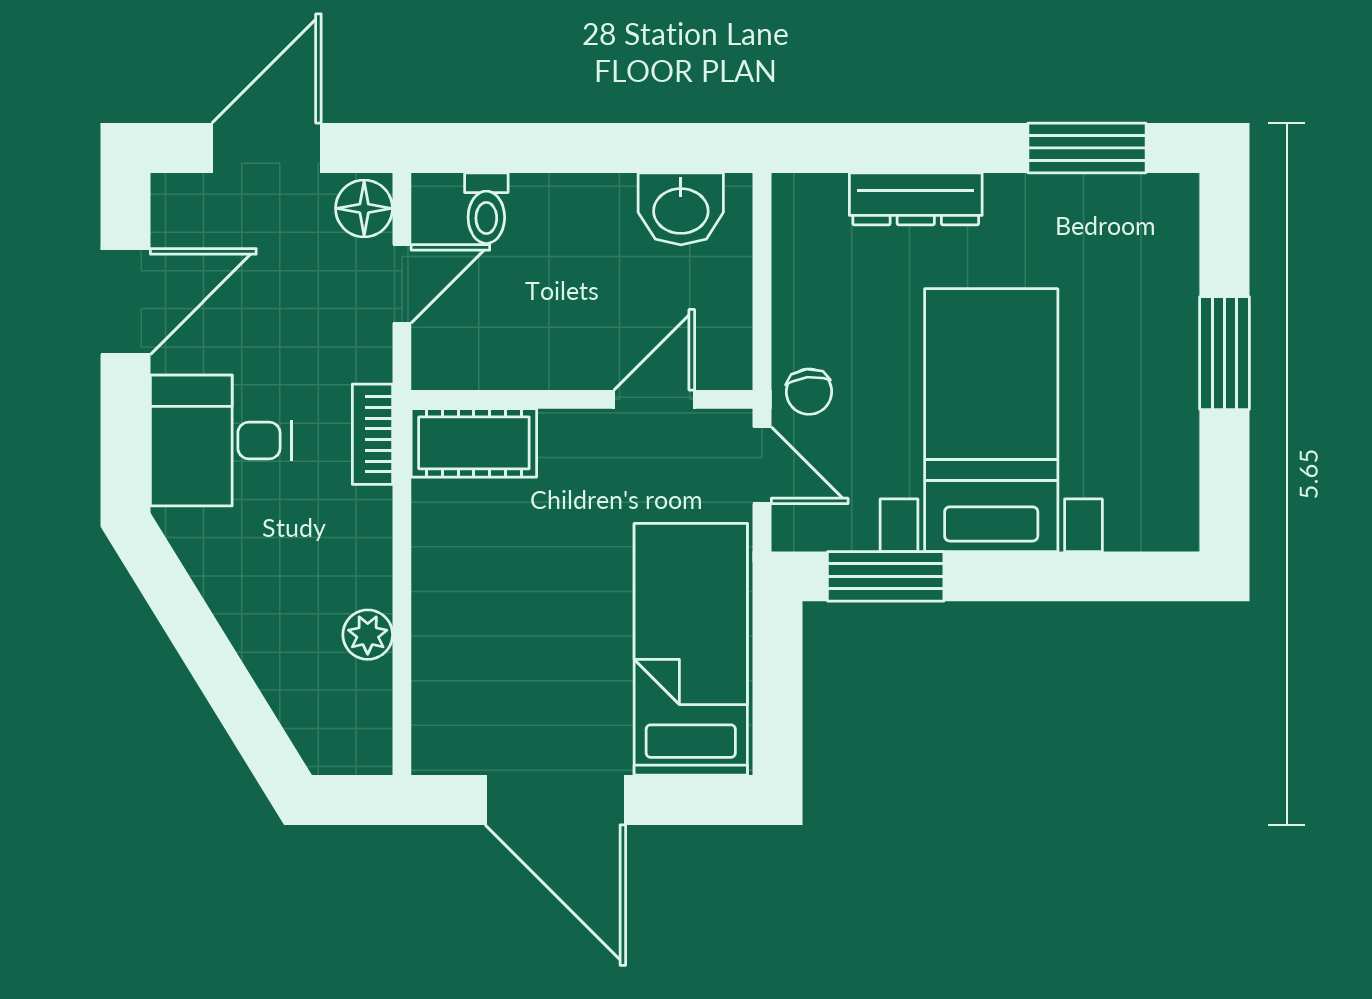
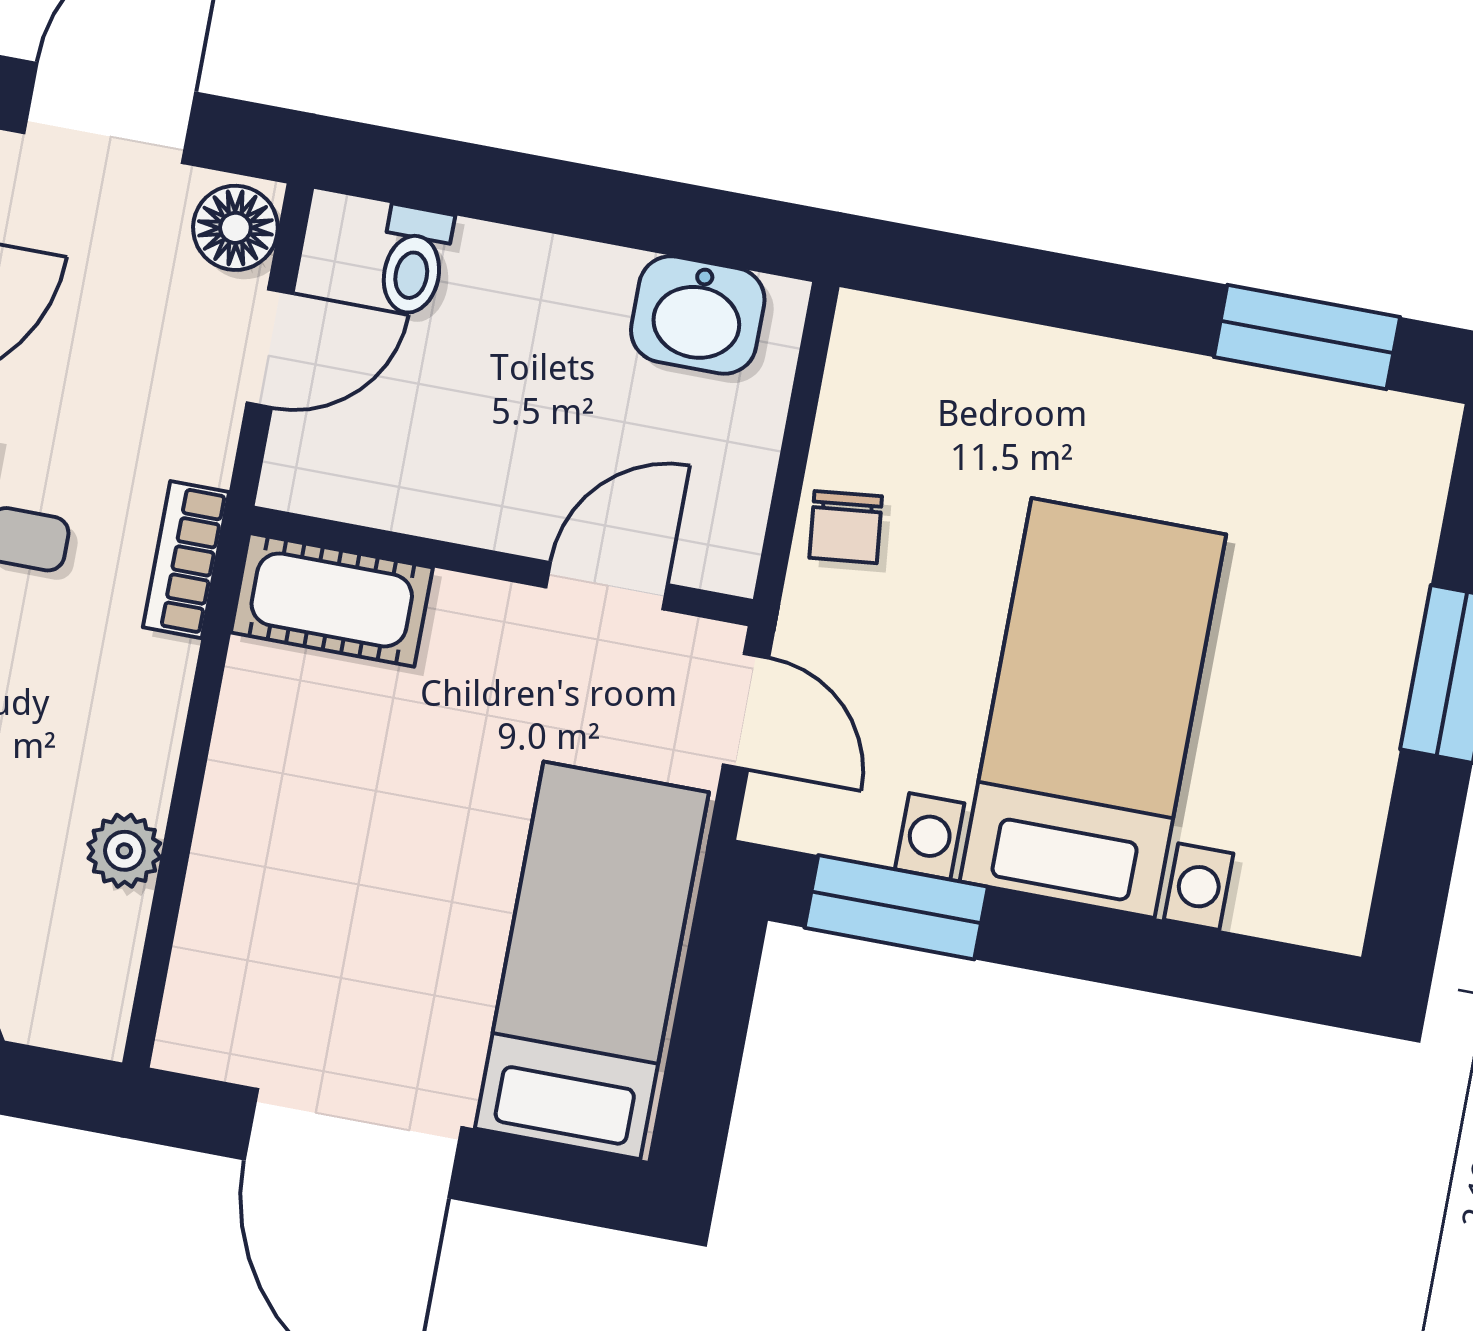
dresser: (916, 199) -> (1043, 364), removed
chair: (809, 392) -> (846, 527), moved

